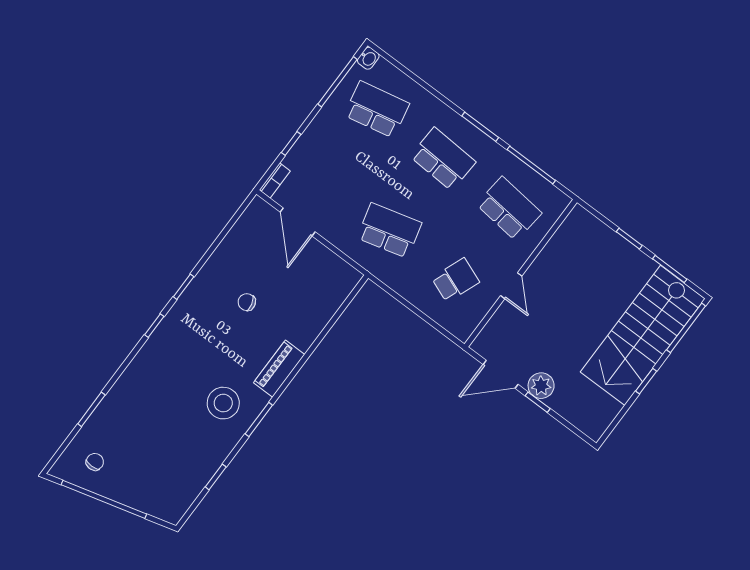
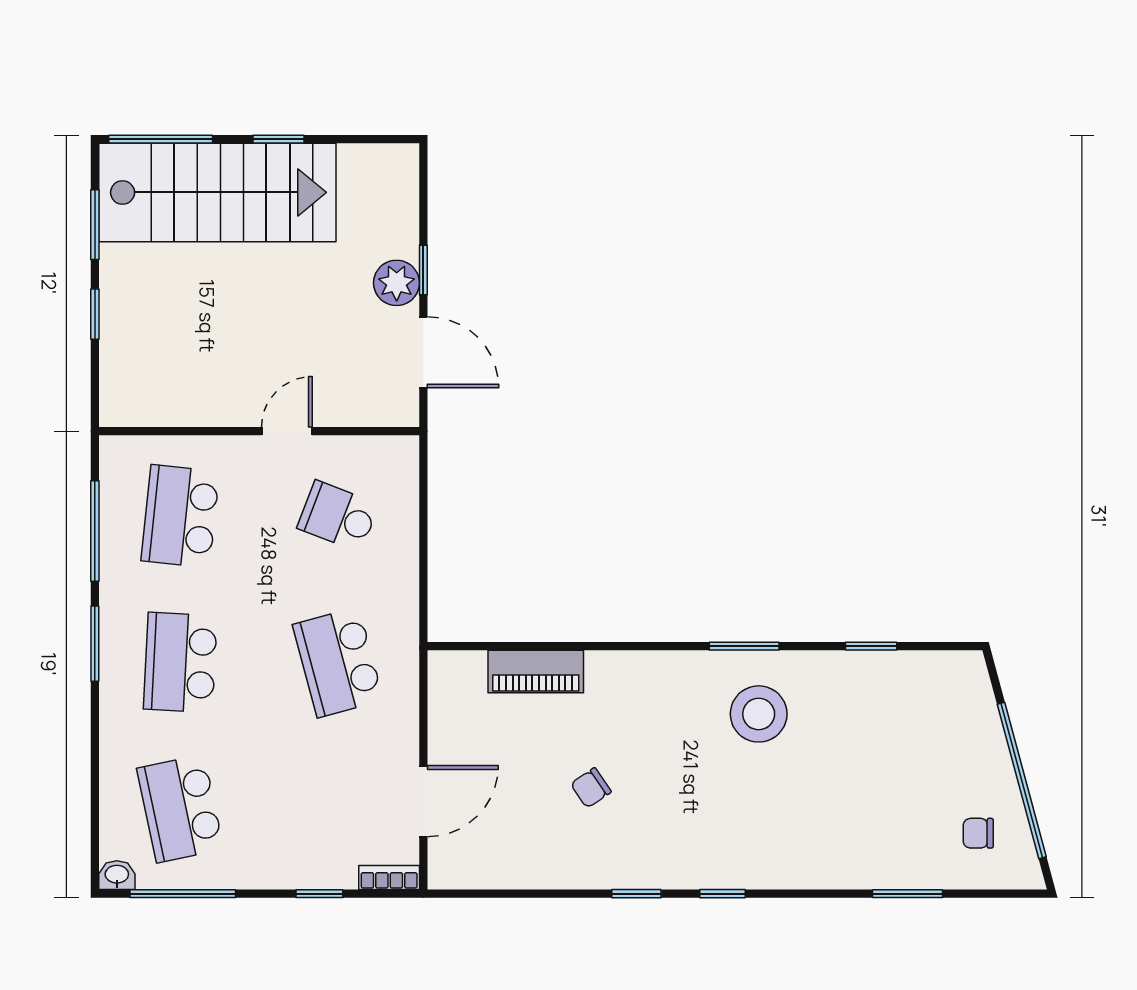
chair: (247, 302) -> (591, 788), turned 71
piano: (279, 369) -> (536, 671), moved

